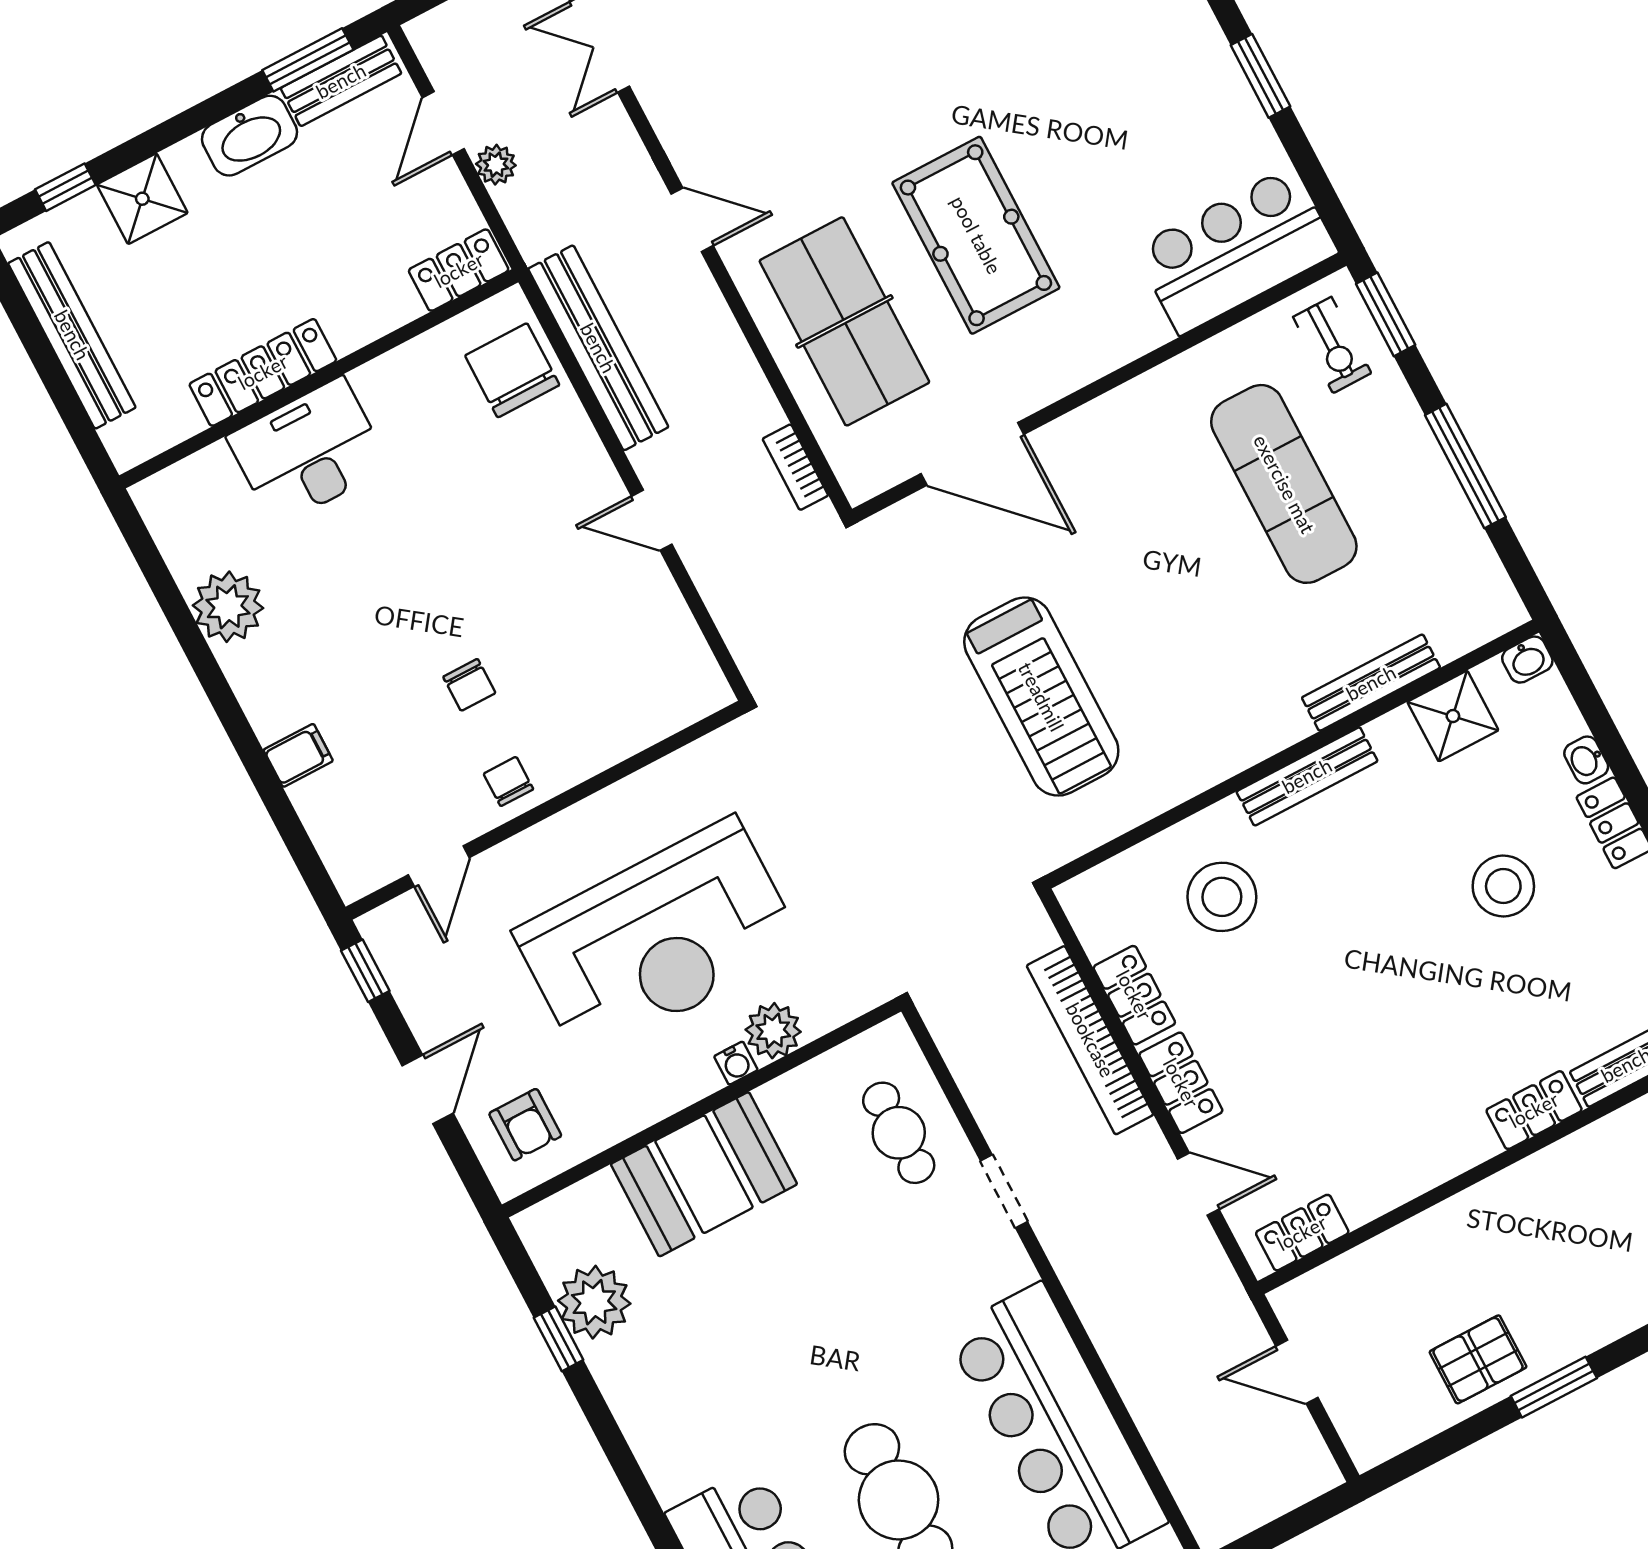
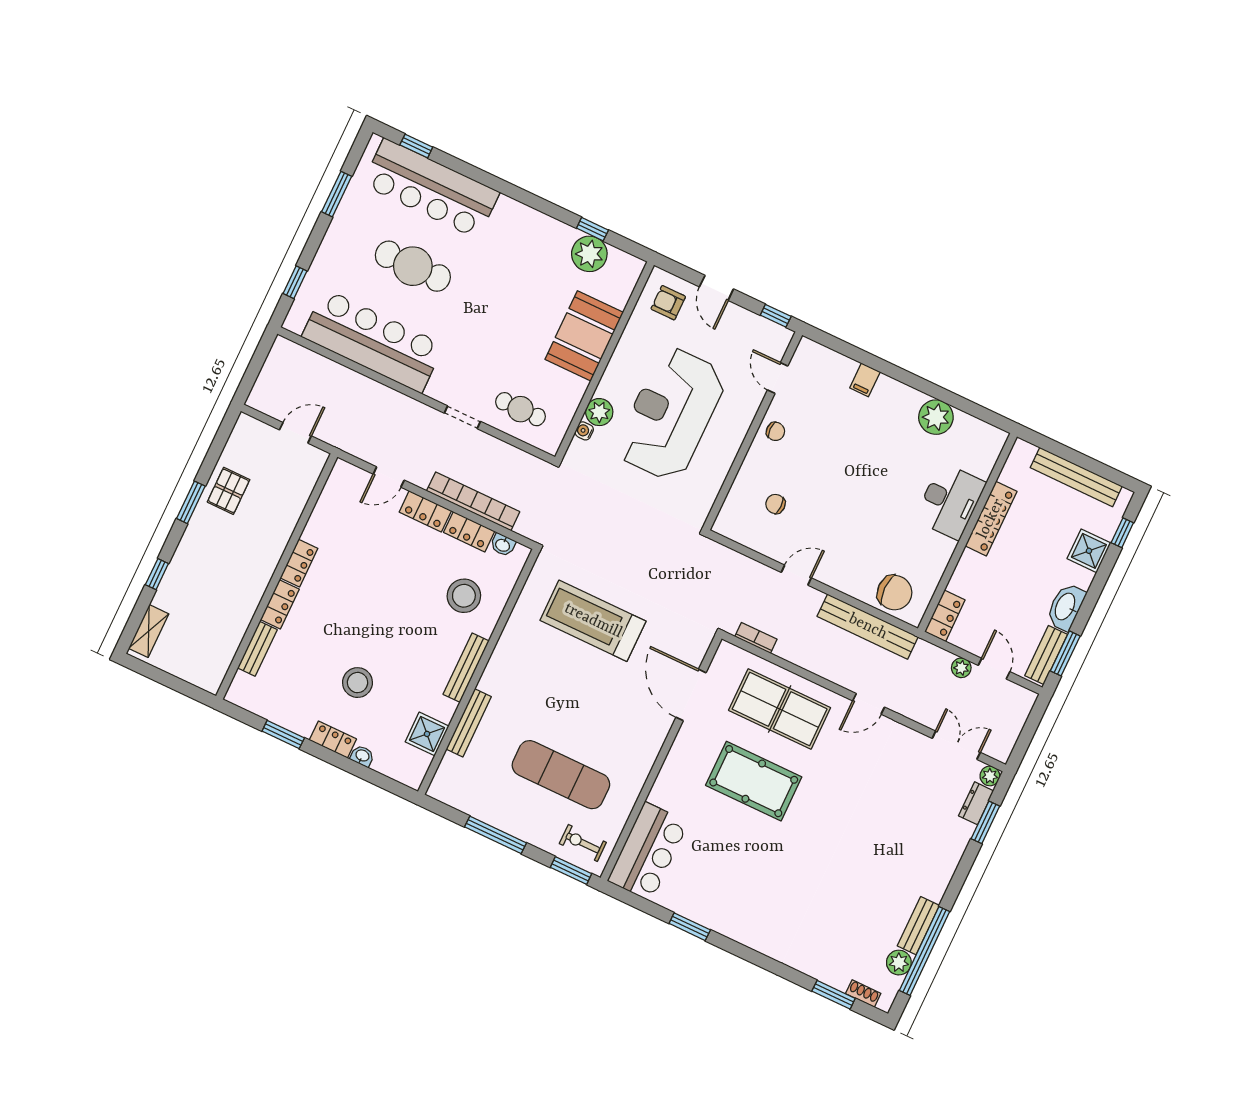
door: (972, 454) -> (691, 695), hinge flipped
washbasin: (1527, 660) -> (503, 545), moved, turned -90
chair: (469, 685) -> (775, 504), moved
water cooler: (736, 1063) -> (584, 431), moved
locker: (1302, 1233) -> (299, 563), moved

